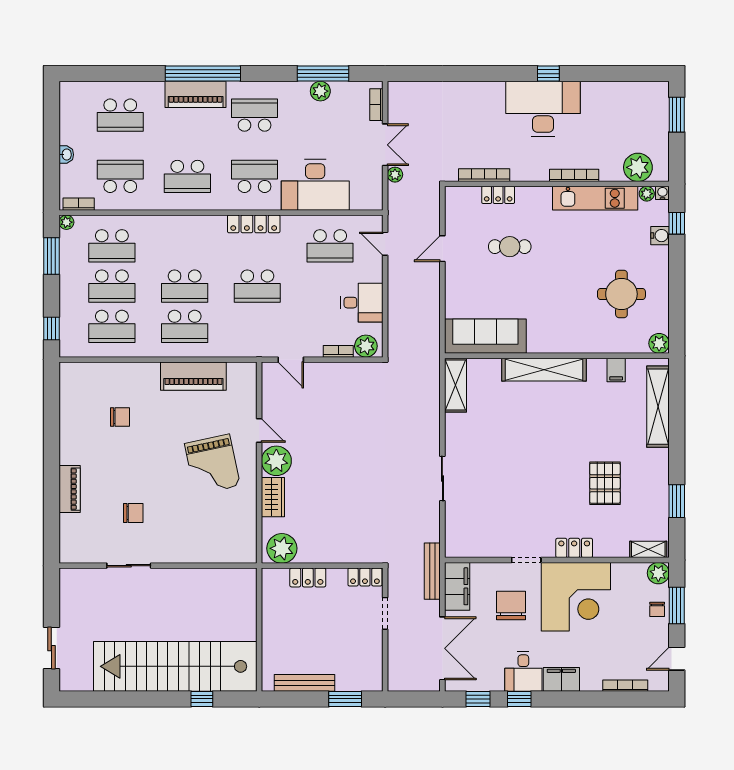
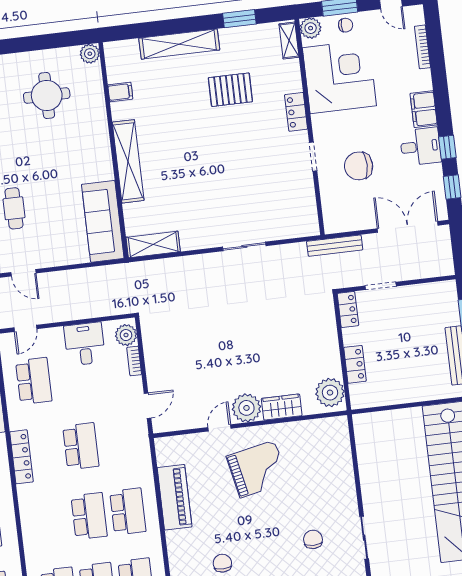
shelving: (658, 407) -> (179, 44), moved
filing cabinet: (457, 586) -> (346, 220), removed
corner desk: (576, 597) -> (339, 77), moved

